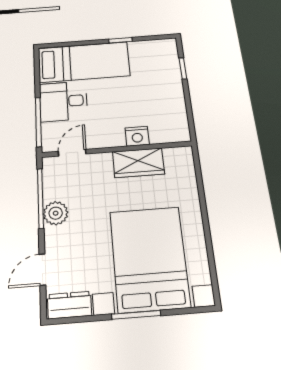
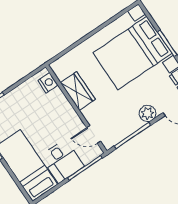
nightstand: (137, 136) -> (48, 83), moved
plant: (56, 213) -> (148, 113), moved

